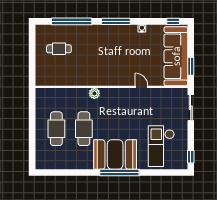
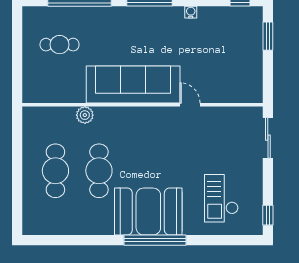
sofa: (176, 56) -> (133, 85), moved, turned 90
window: (191, 66) -> (268, 36), moved
plant: (94, 93) -> (85, 115), moved
checkout: (161, 146) -> (221, 198), width x0.73, depth x0.83

